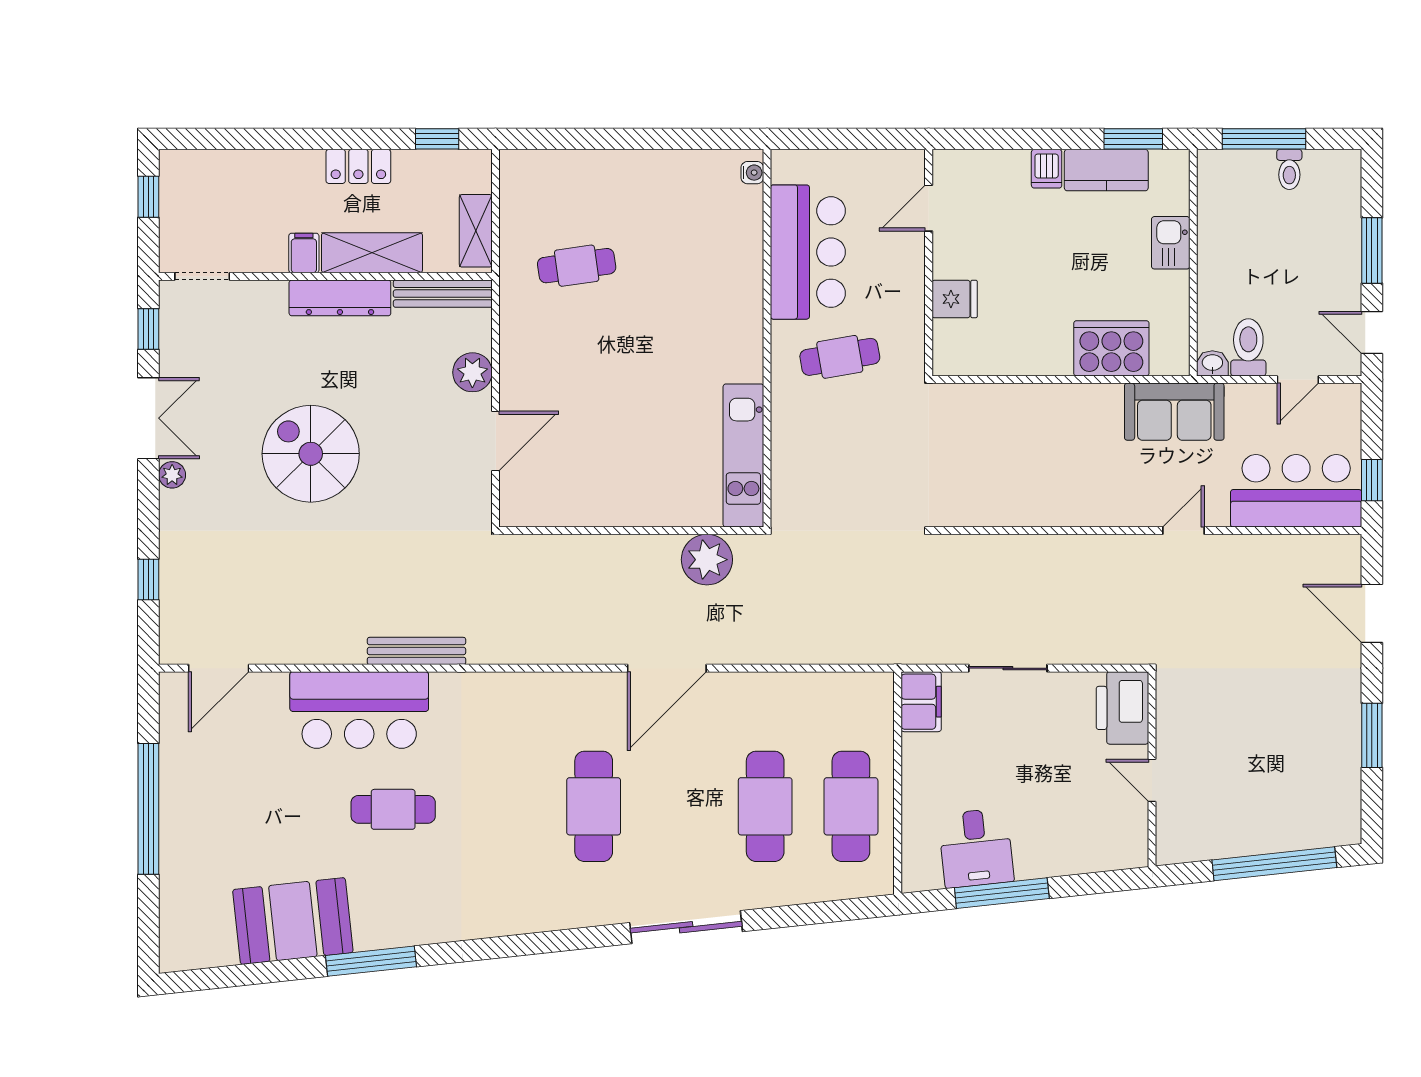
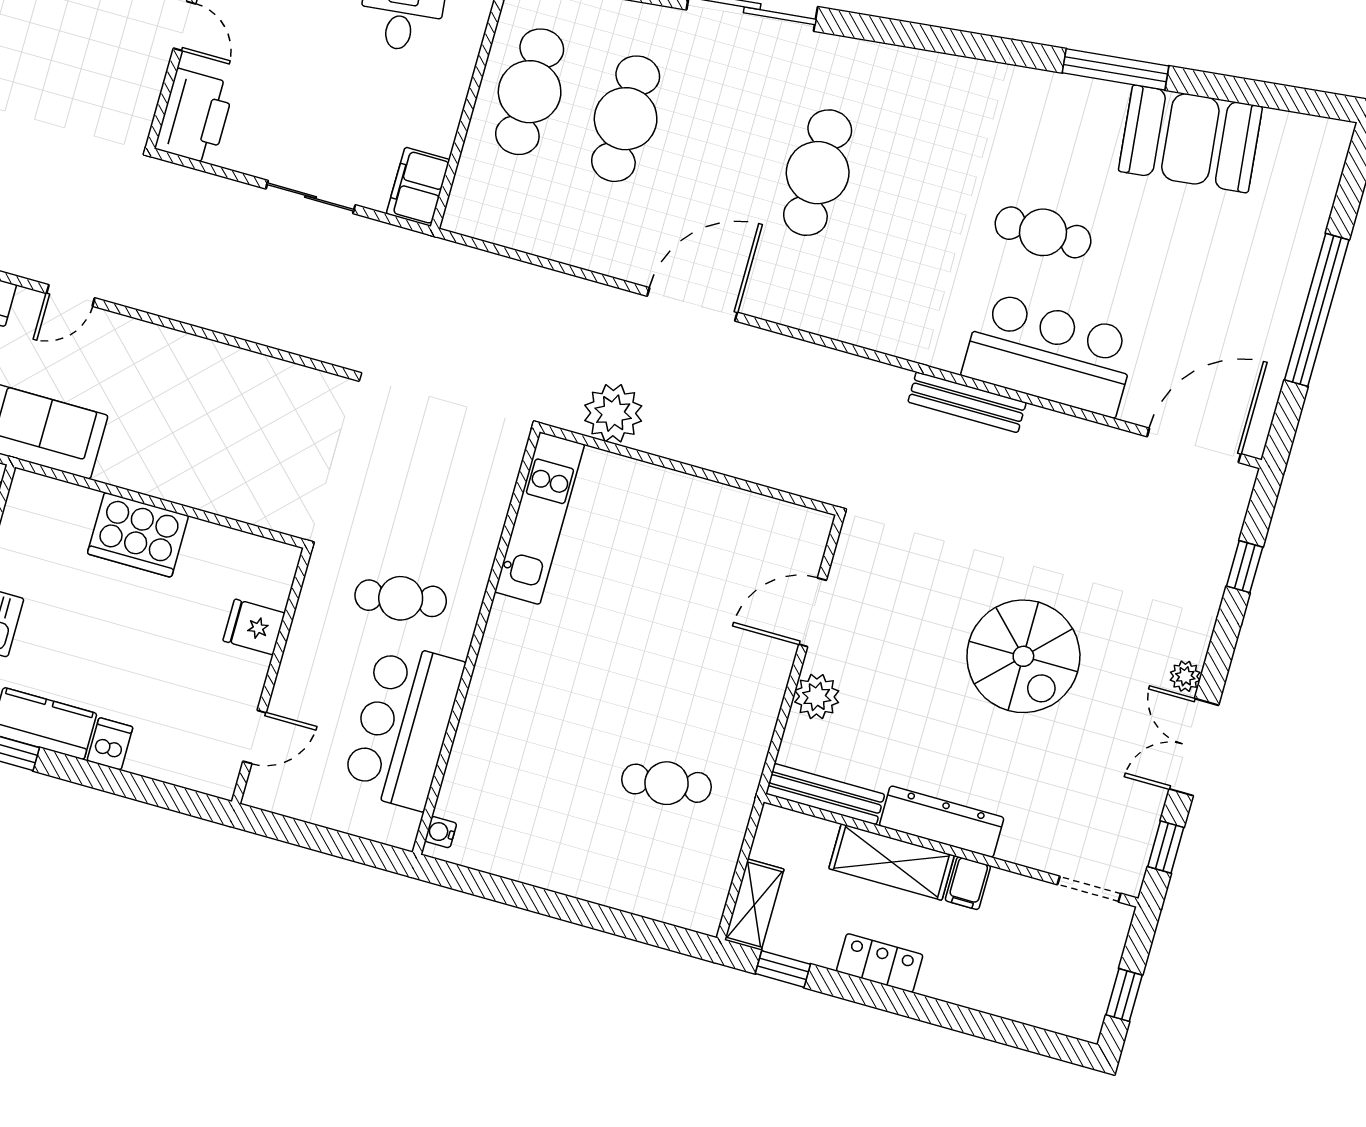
shelving: (476, 231) -> (754, 905), moved
cooker: (1111, 348) -> (138, 535), moved
door: (219, 668) -> (1194, 445), width x1.36

